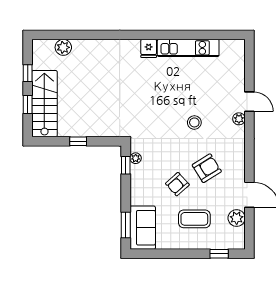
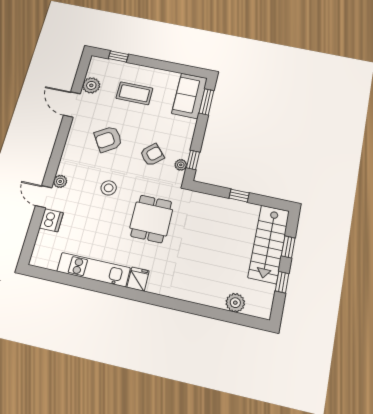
dishwasher: (236, 82) -> (51, 220), added
dining table: (150, 103) -> (151, 219), added
armchair: (177, 184) -> (152, 155), moved

